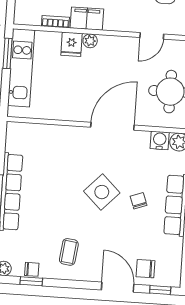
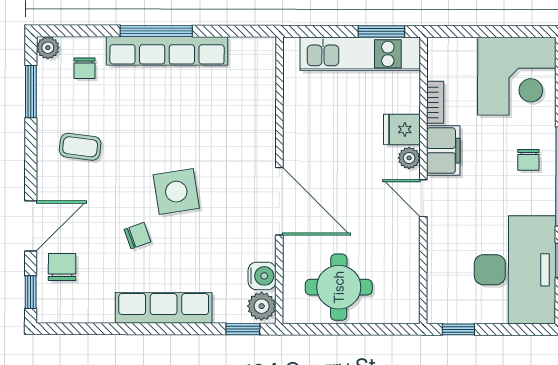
door: (152, 36) -> (423, 198), moved
side table: (102, 192) -> (176, 192), turned 37
chair: (139, 201) -> (138, 236), moved
chair: (32, 269) -> (84, 68), moved
window: (31, 281) -> (31, 92), width x1.50

